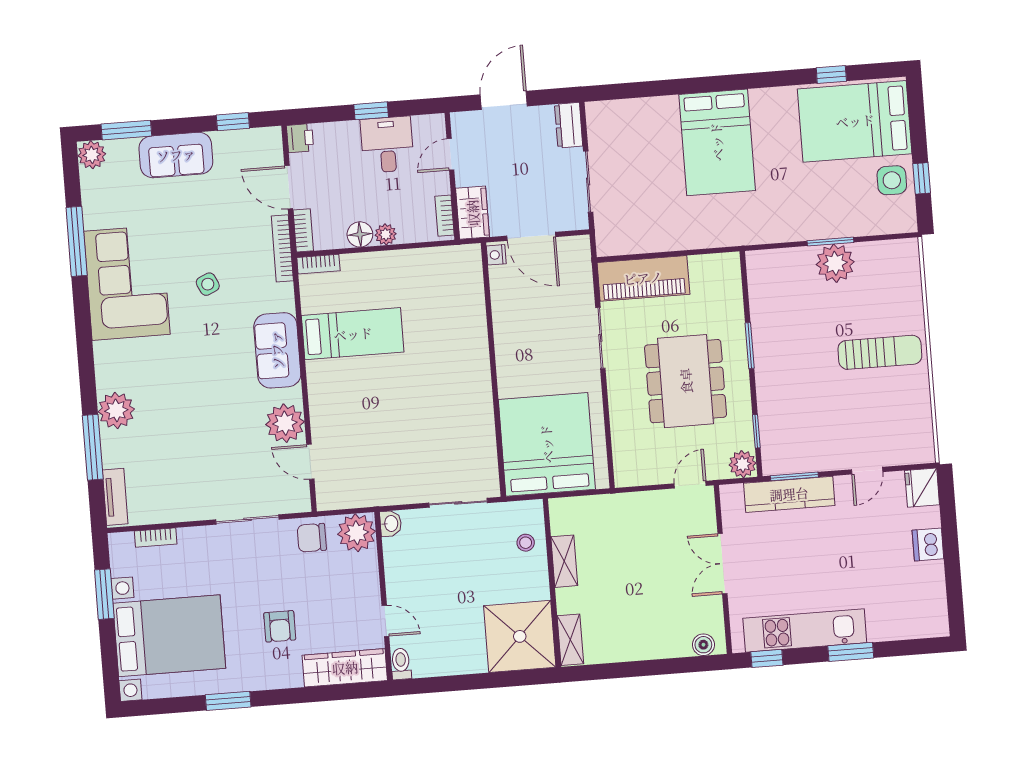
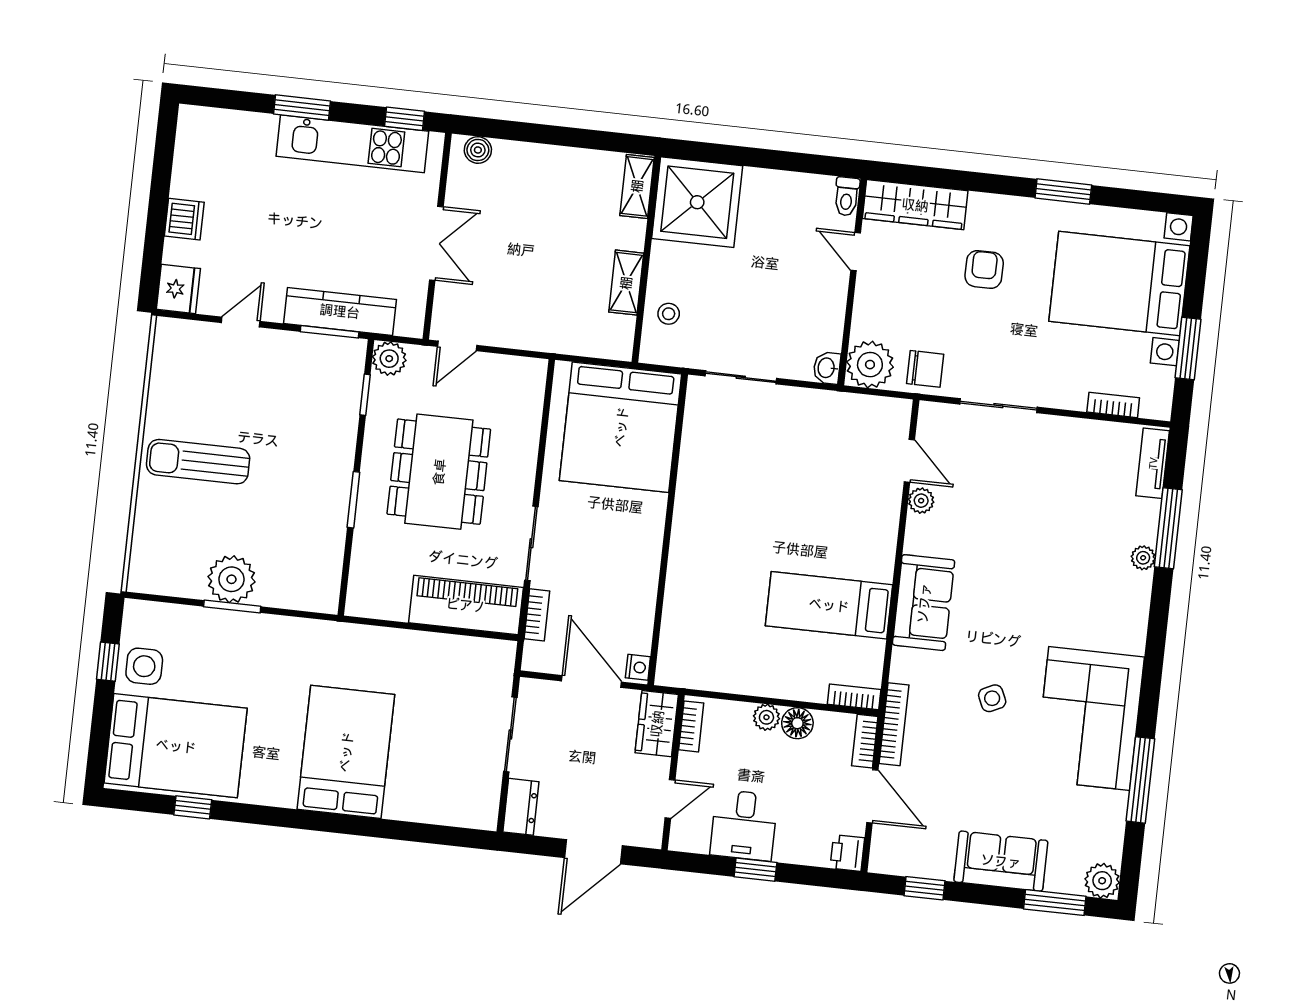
bookcase: (585, 281) -> (537, 615), added
plant: (116, 410) -> (1143, 558), width x0.53, depth x0.53
plant: (285, 423) -> (921, 501), width x0.53, depth x0.53

